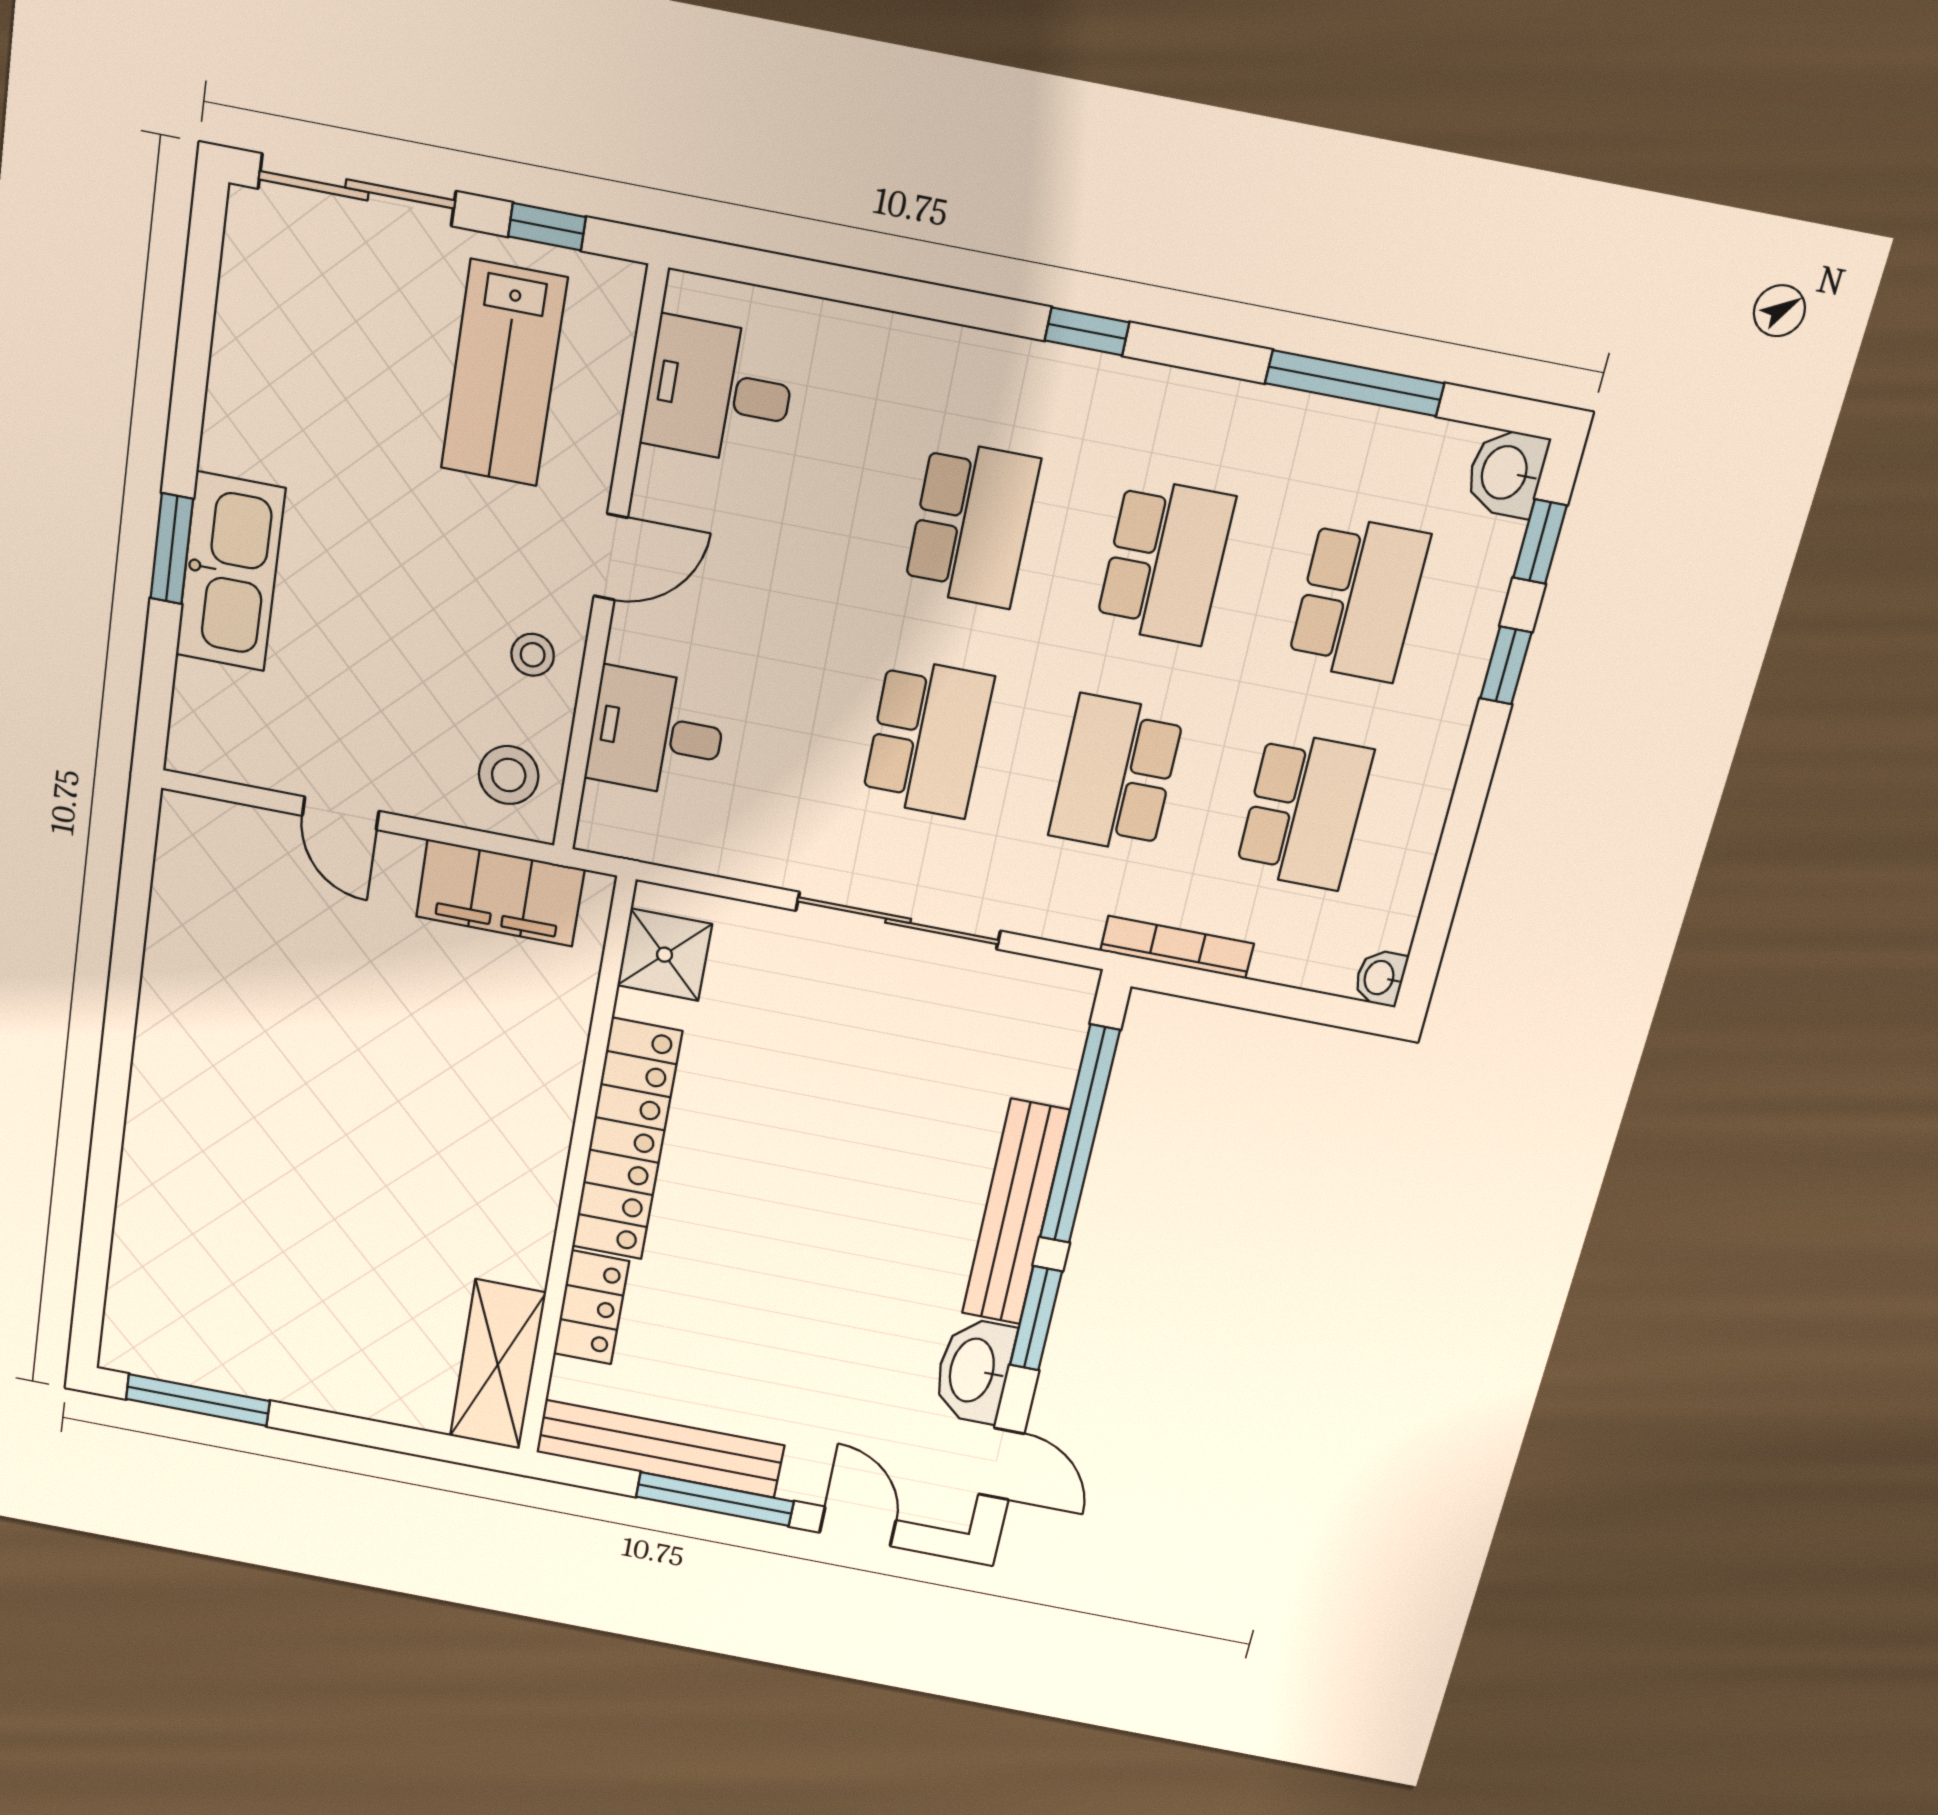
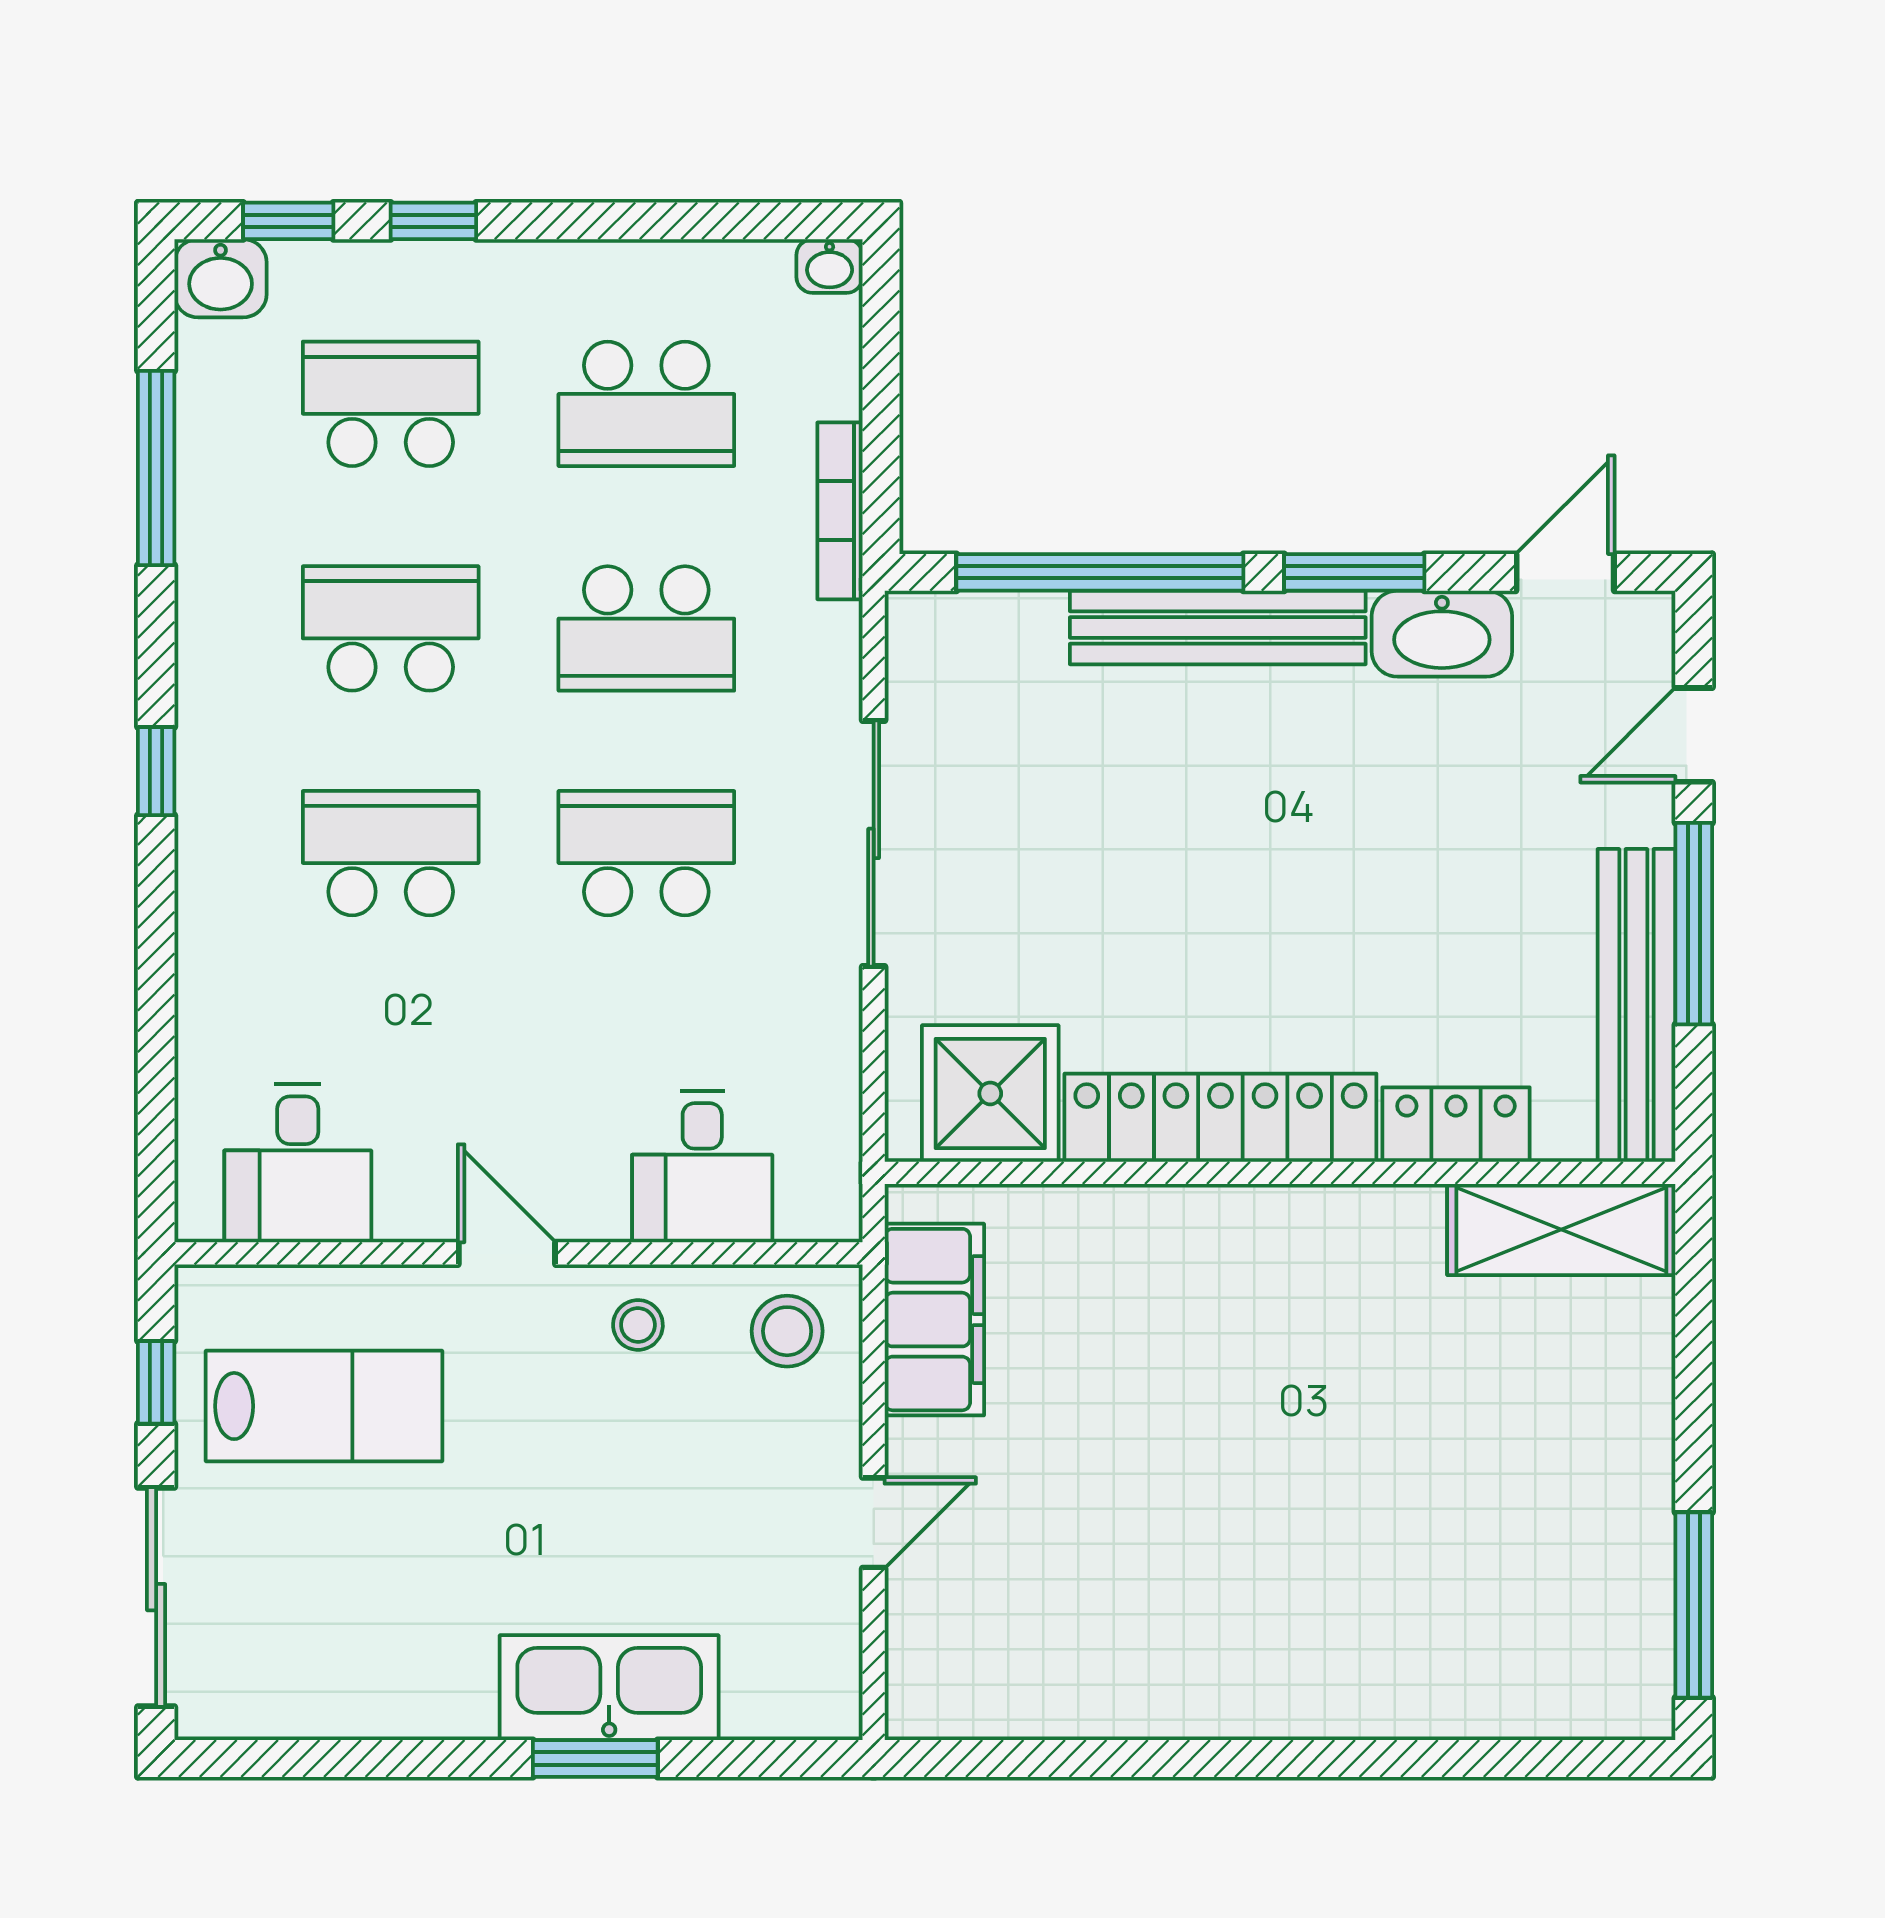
school desk: (1304, 811) -> (646, 404), turned 180
shower: (665, 955) -> (990, 1093), width x1.36, depth x1.36

